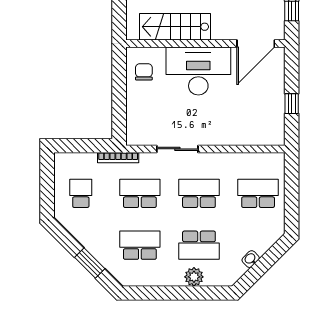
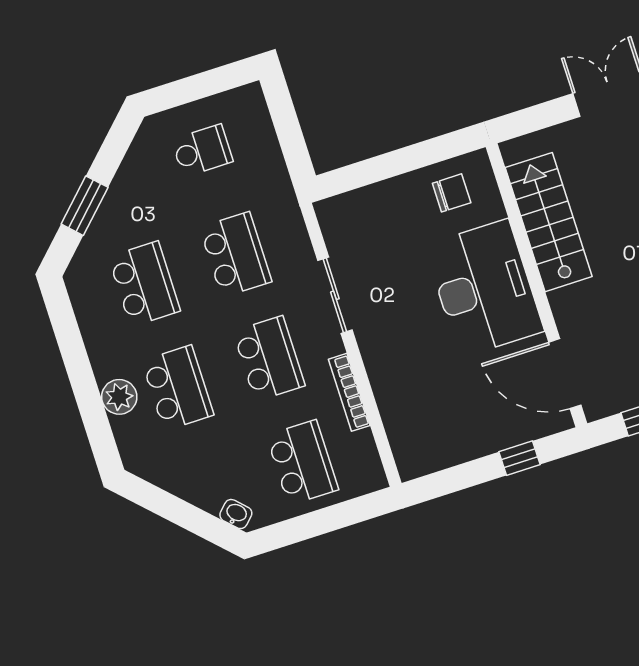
window: (292, 104) -> (519, 458), moved
bookcase: (118, 158) -> (349, 392), moved
school desk: (199, 245) -> (178, 388), turned 180
washbasin: (251, 259) -> (236, 514), moved

